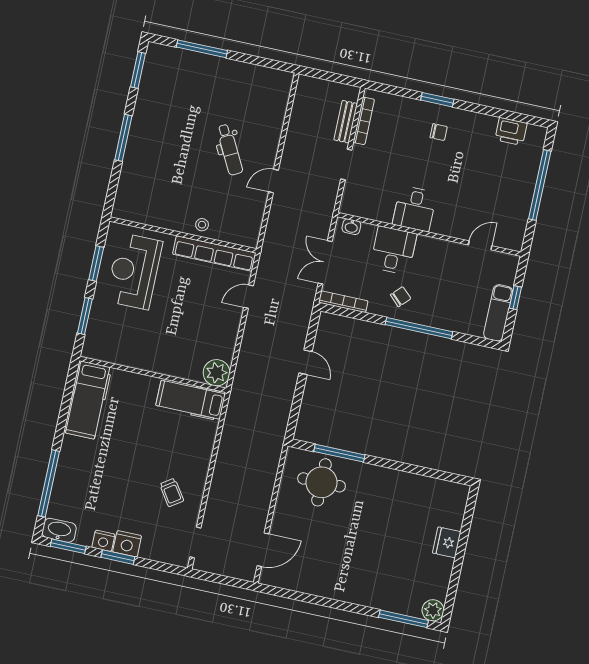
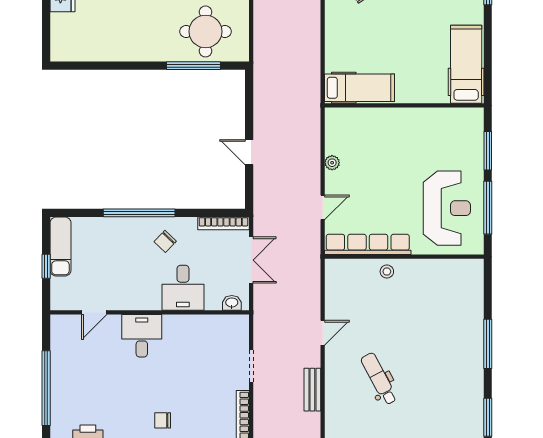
bench: (346, 122) -> (312, 390), moved
dental chair: (230, 150) -> (379, 379), moved
desk: (415, 209) -> (142, 336), moved
window: (96, 264) -> (488, 208), width x1.44
plant: (217, 373) -> (332, 163), moved, width x0.53, depth x0.53

